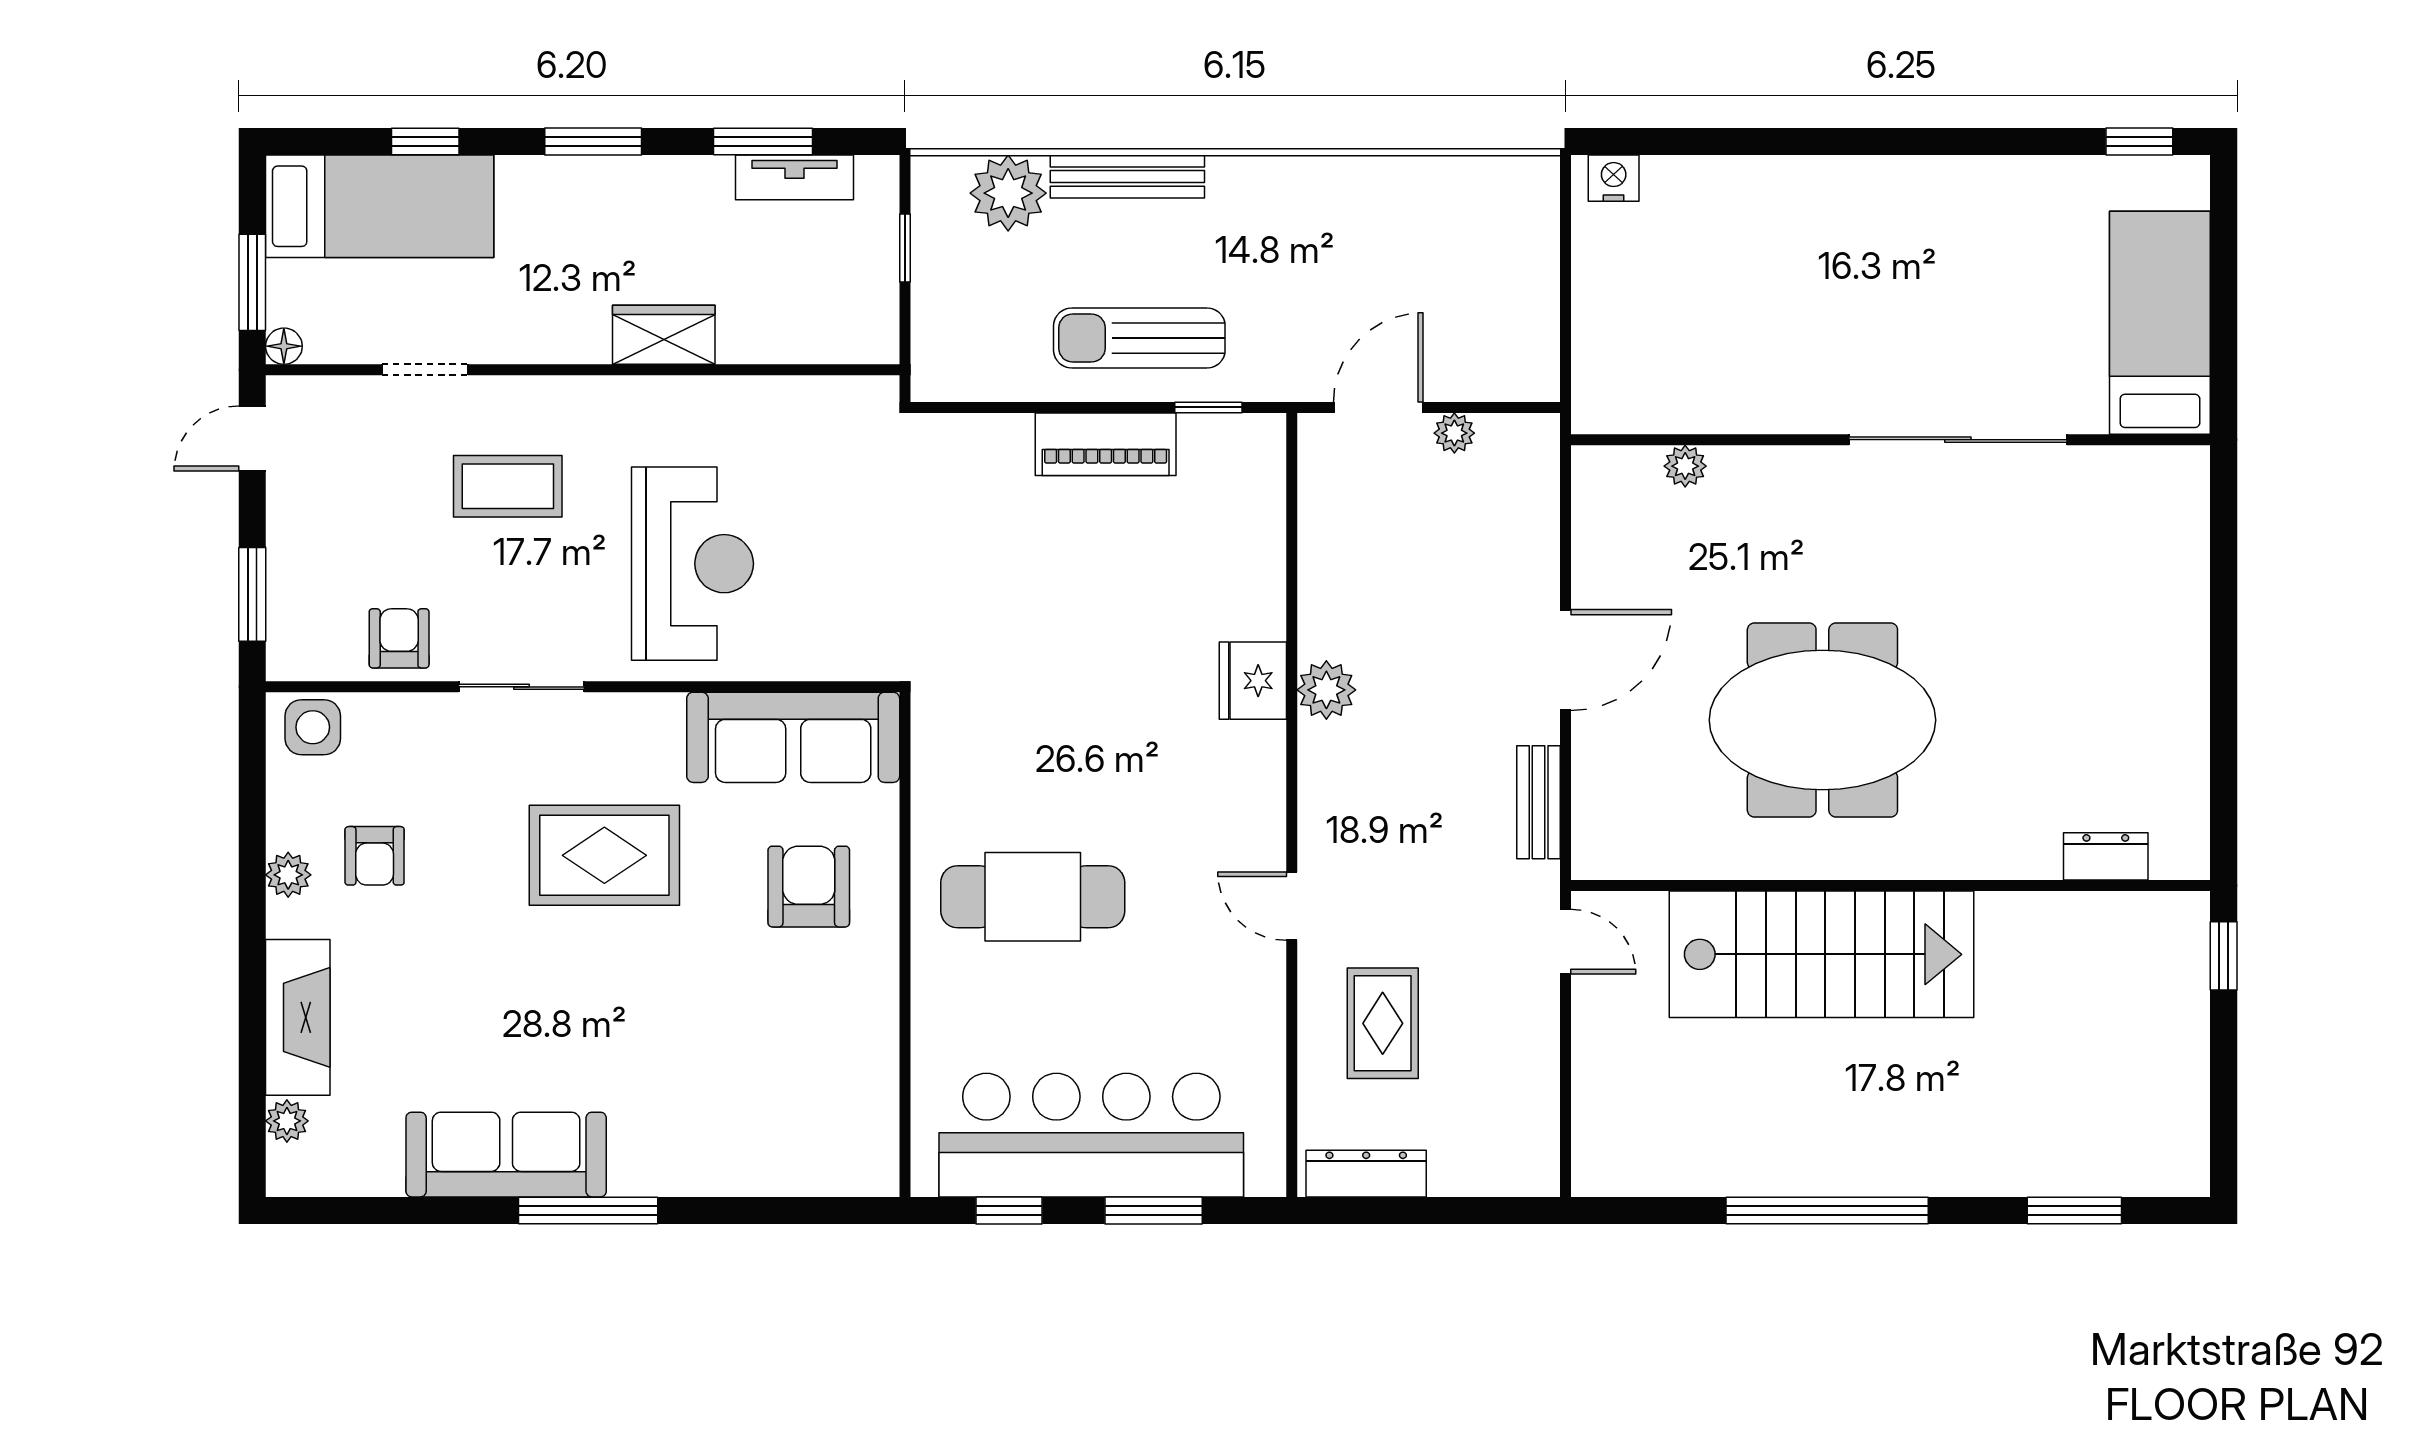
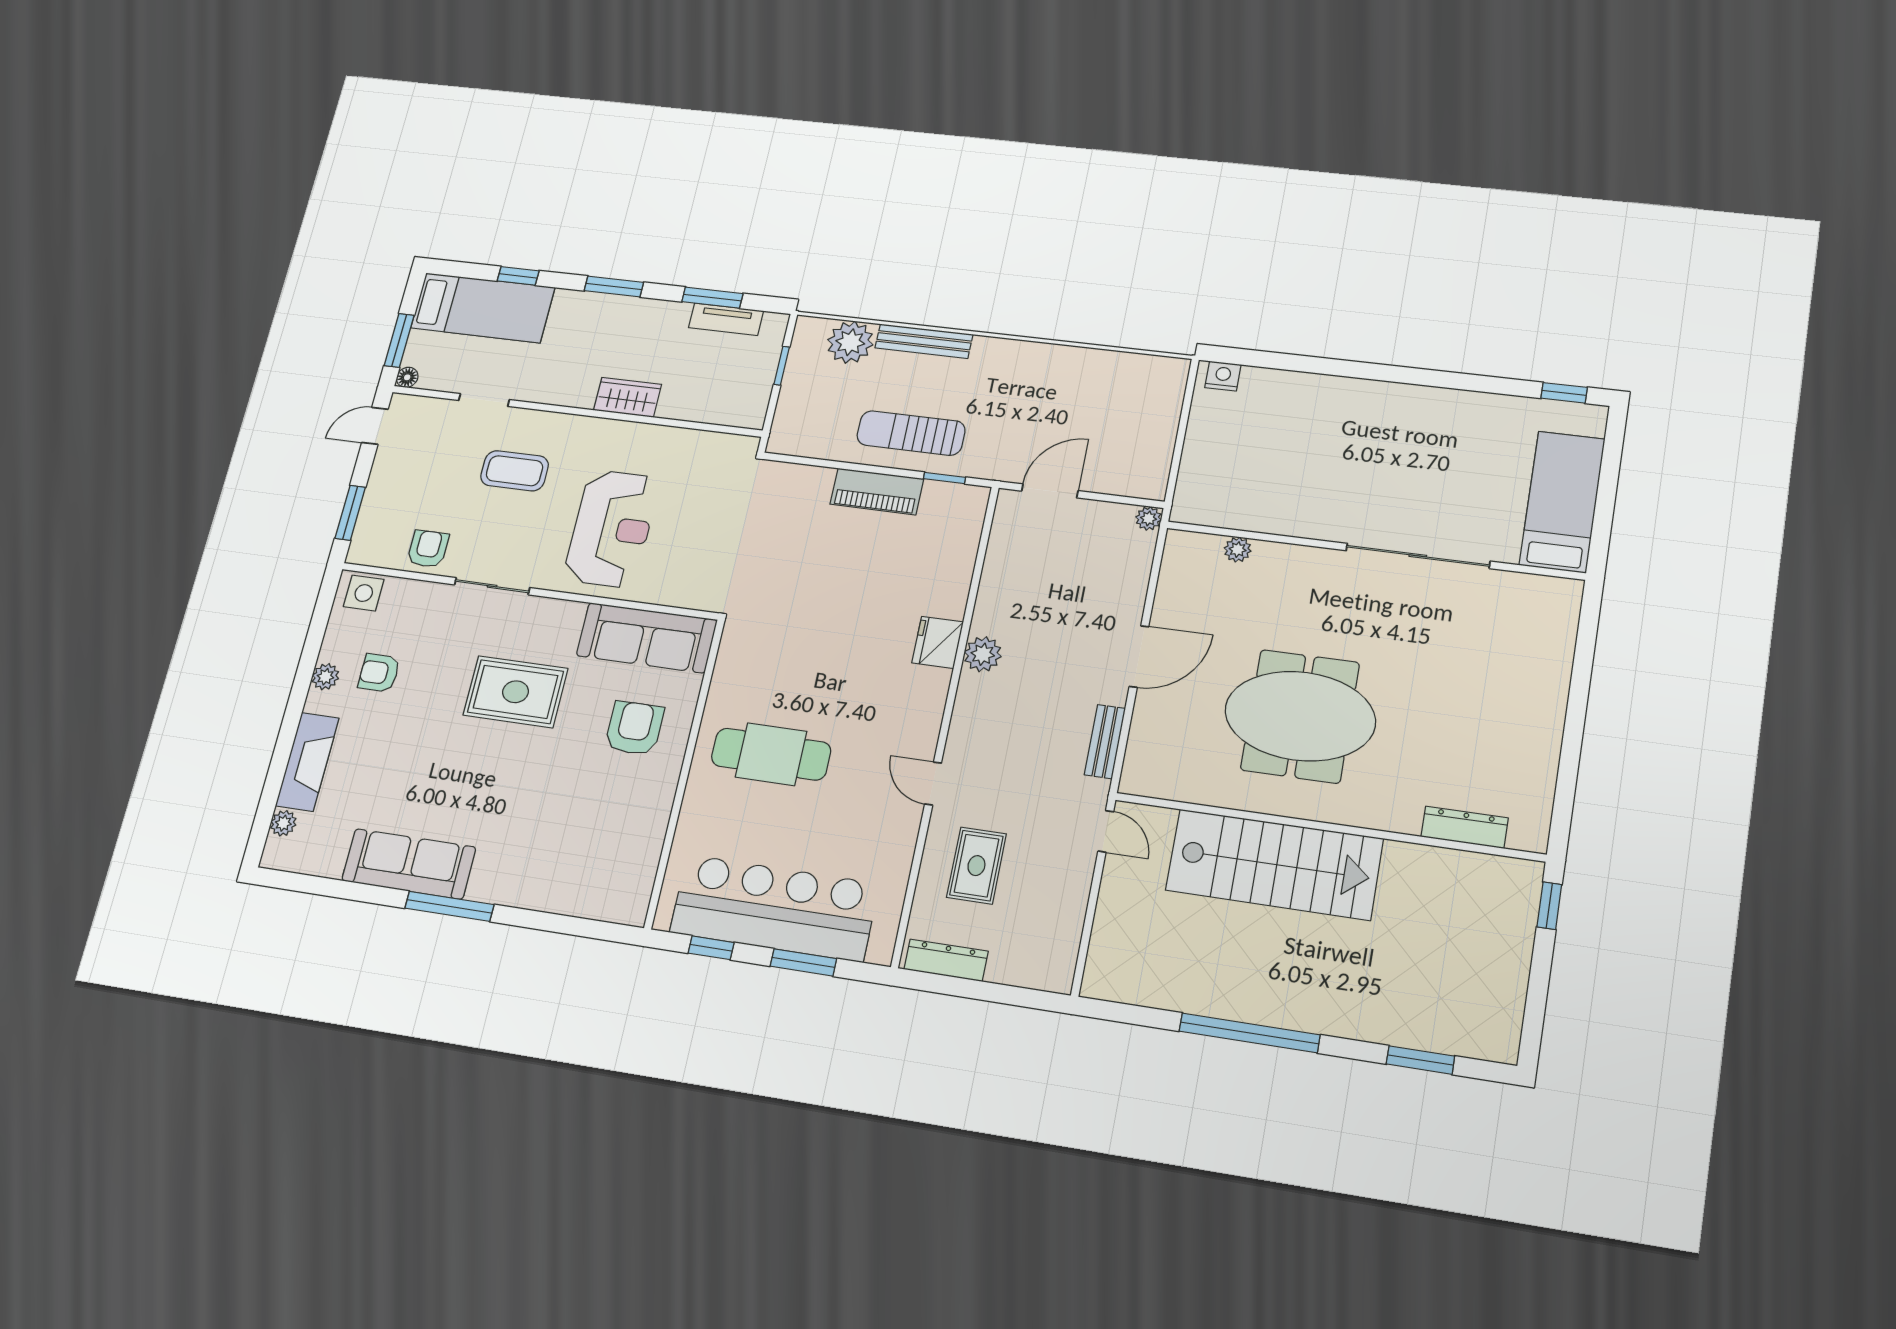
plant: (1454, 433) -> (1149, 518), moved
armchair: (375, 856) -> (379, 673), turned 90
dresser: (2106, 856) -> (1465, 827), width x1.44

